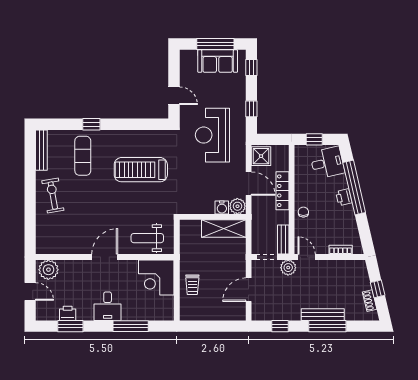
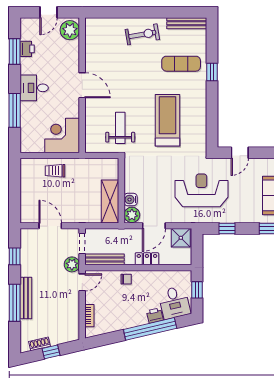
locker: (282, 191) -> (147, 259), width x0.66
printer: (344, 197) -> (155, 316), moved
weight bench: (147, 238) -> (120, 128), moved
bench: (283, 240) -> (105, 259), width x1.36

